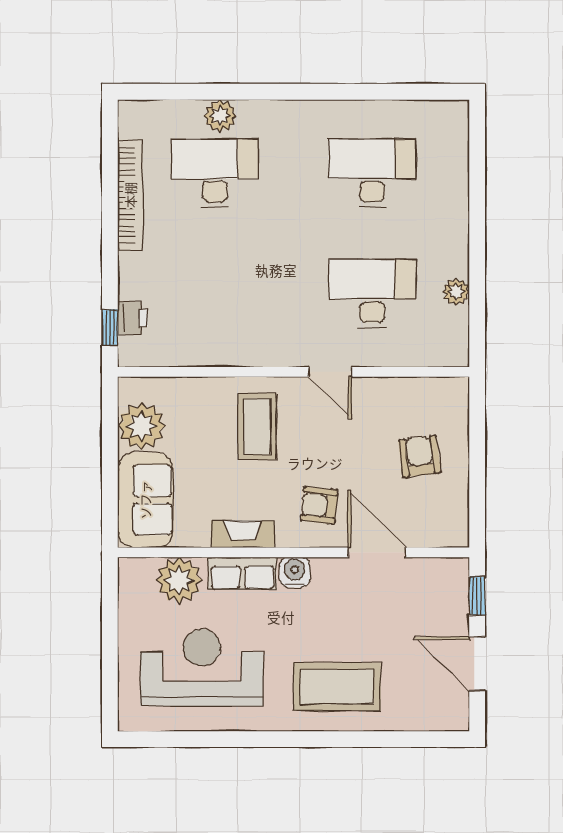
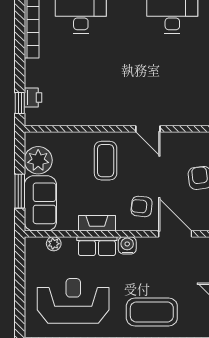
desk: (372, 294) -> (172, 83), removed
window: (110, 479) -> (20, 191), added
plant: (179, 580) -> (54, 244), width x0.53, depth x0.53

